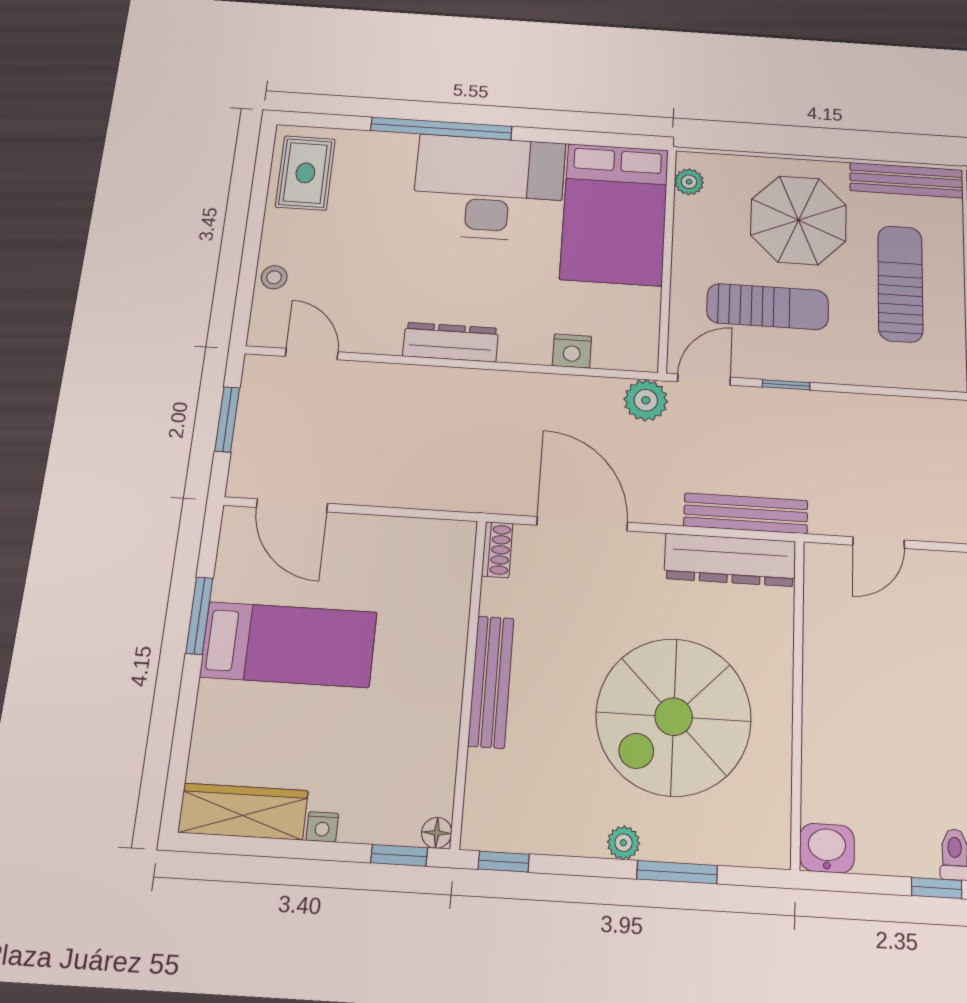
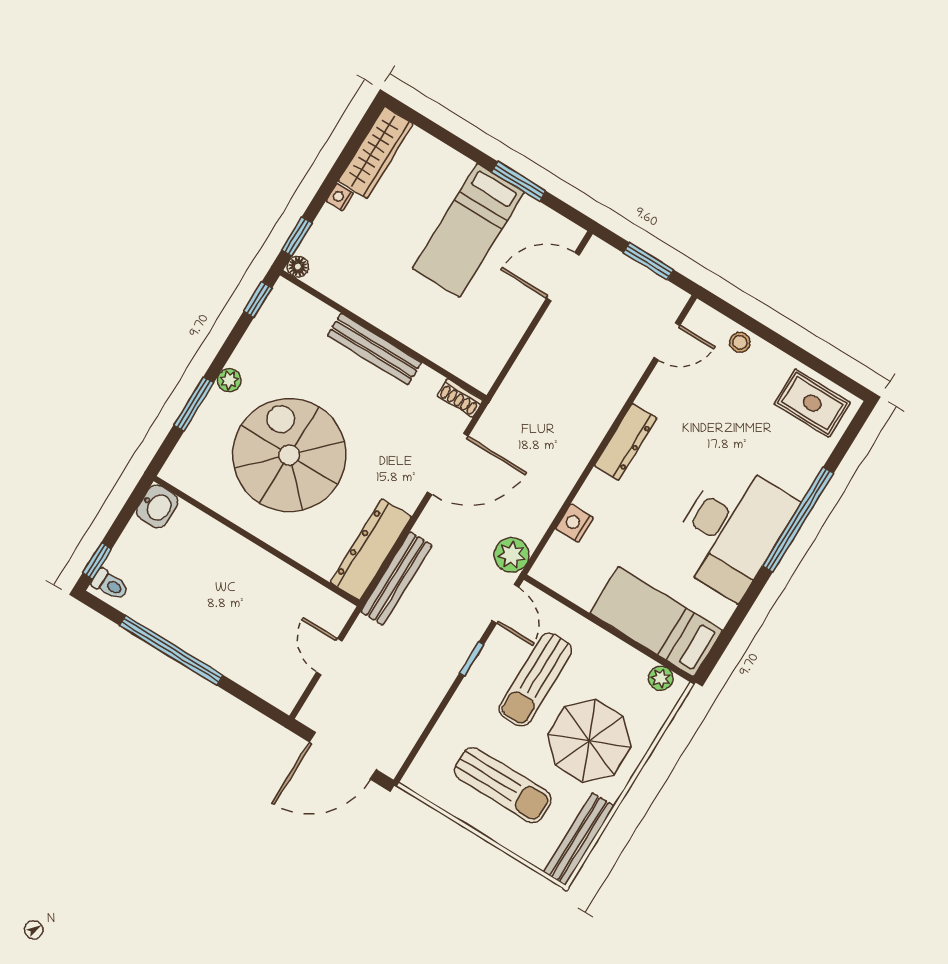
bed: (615, 214) -> (656, 622), width x0.67

